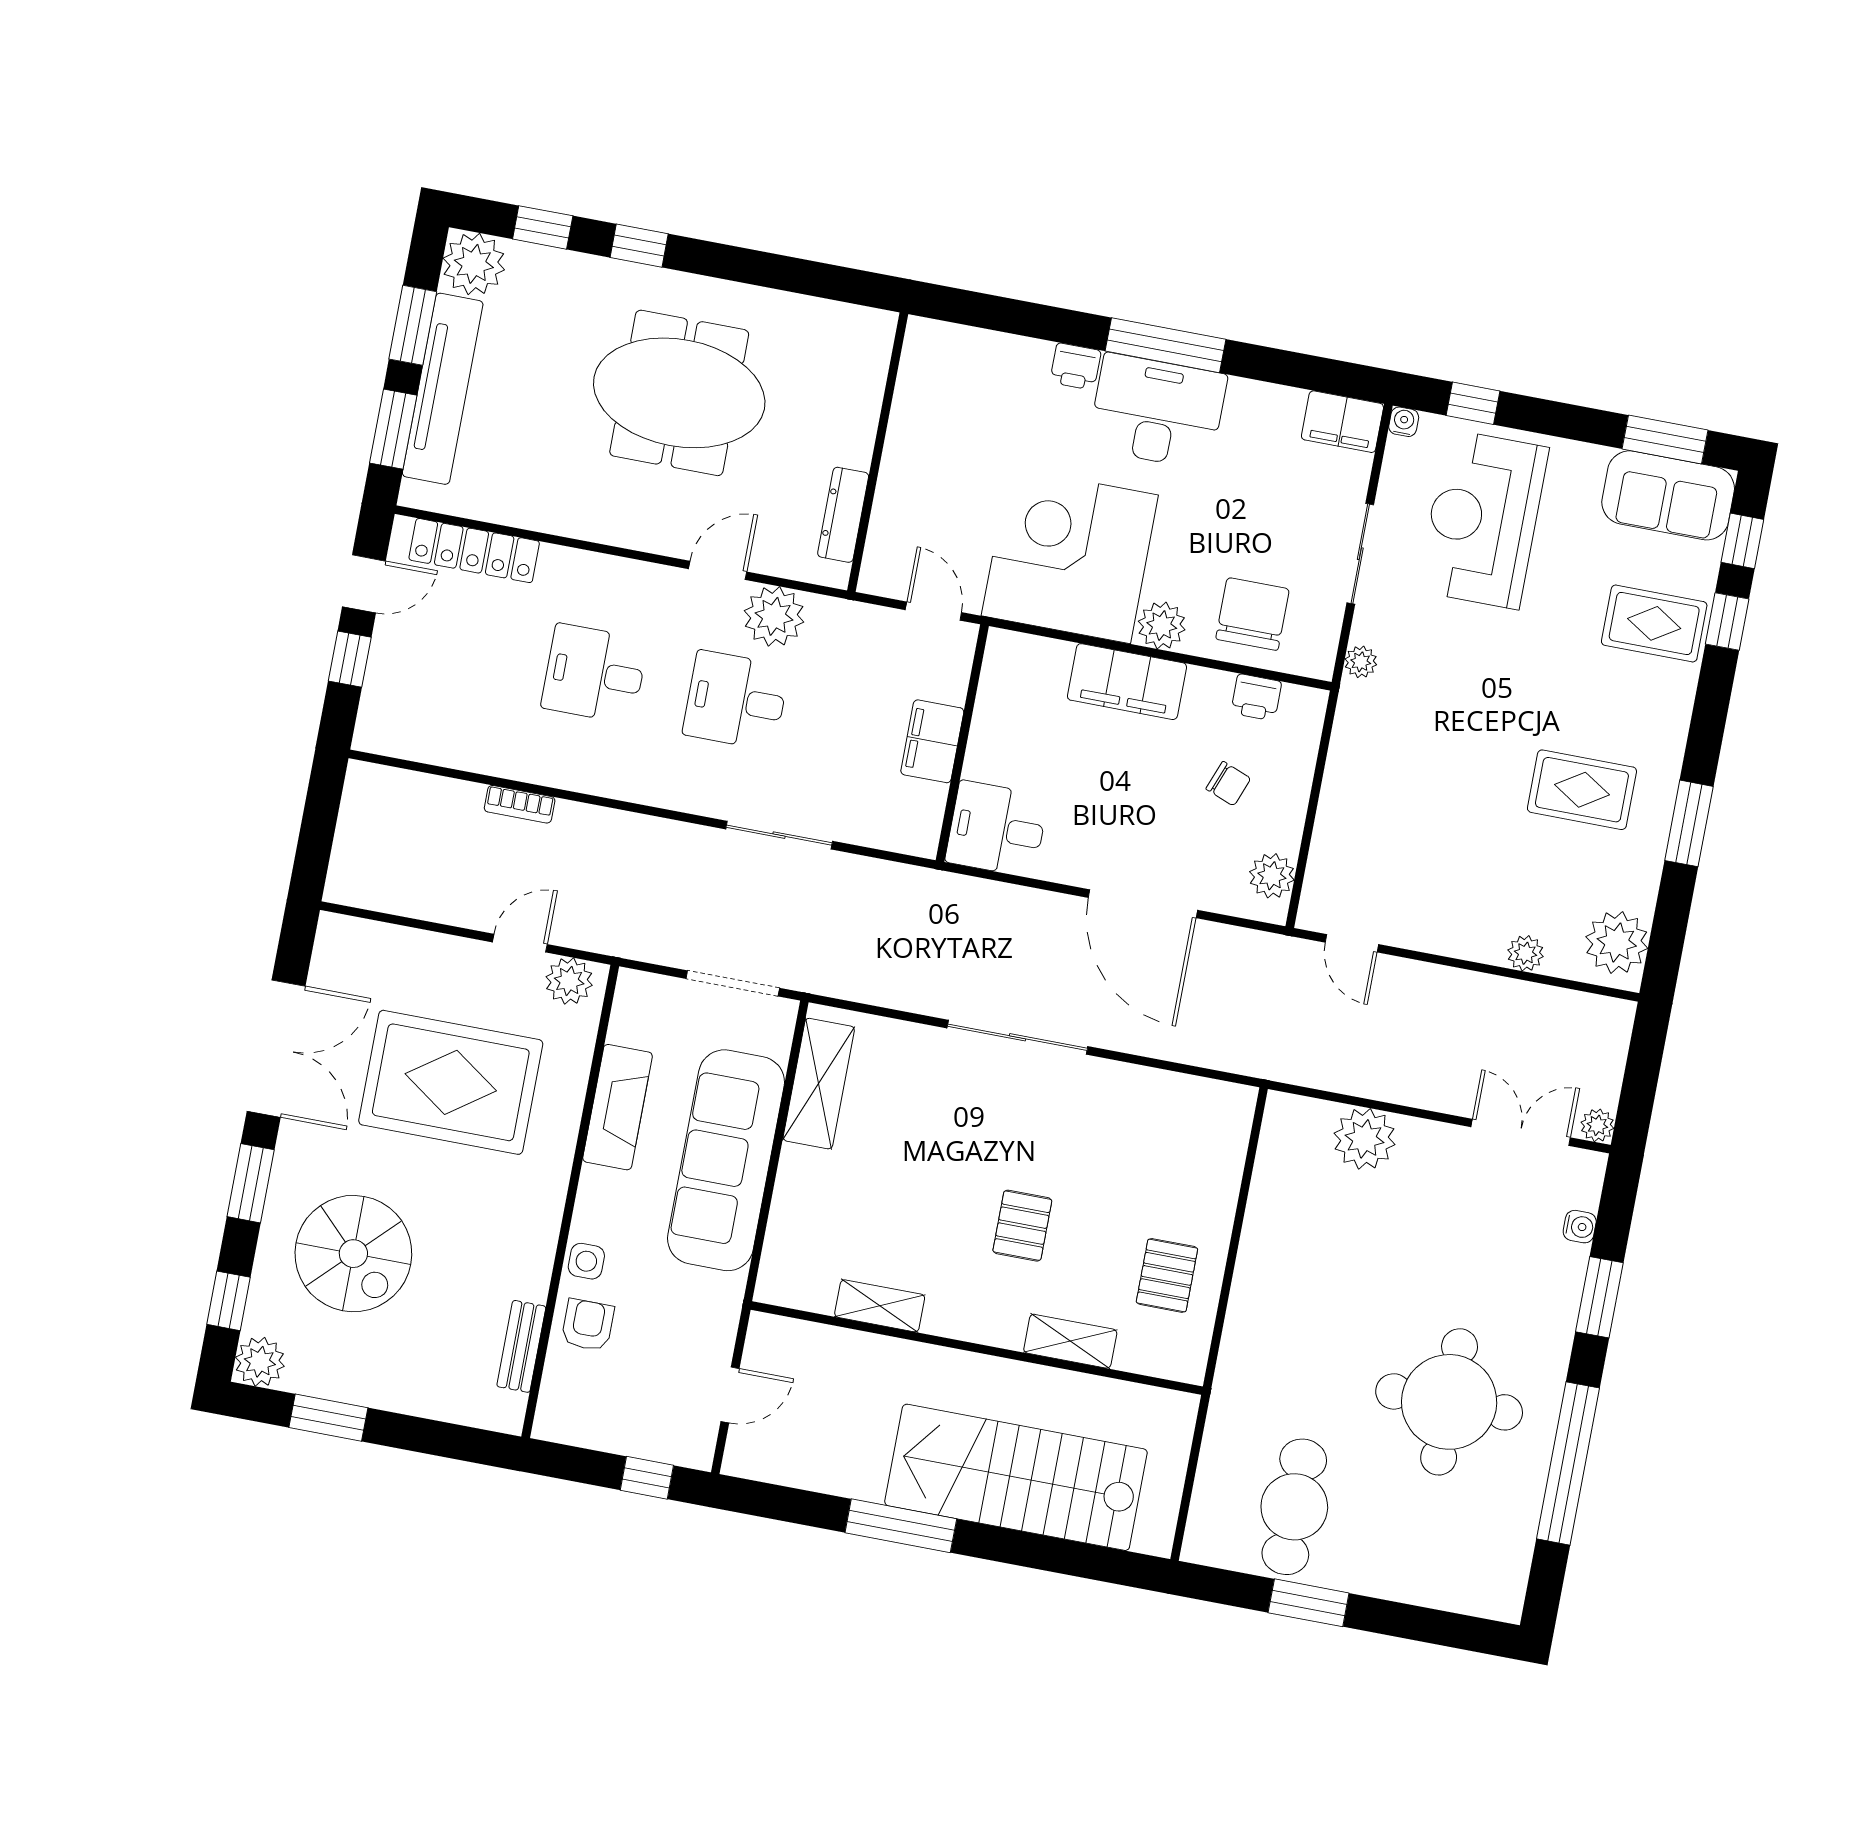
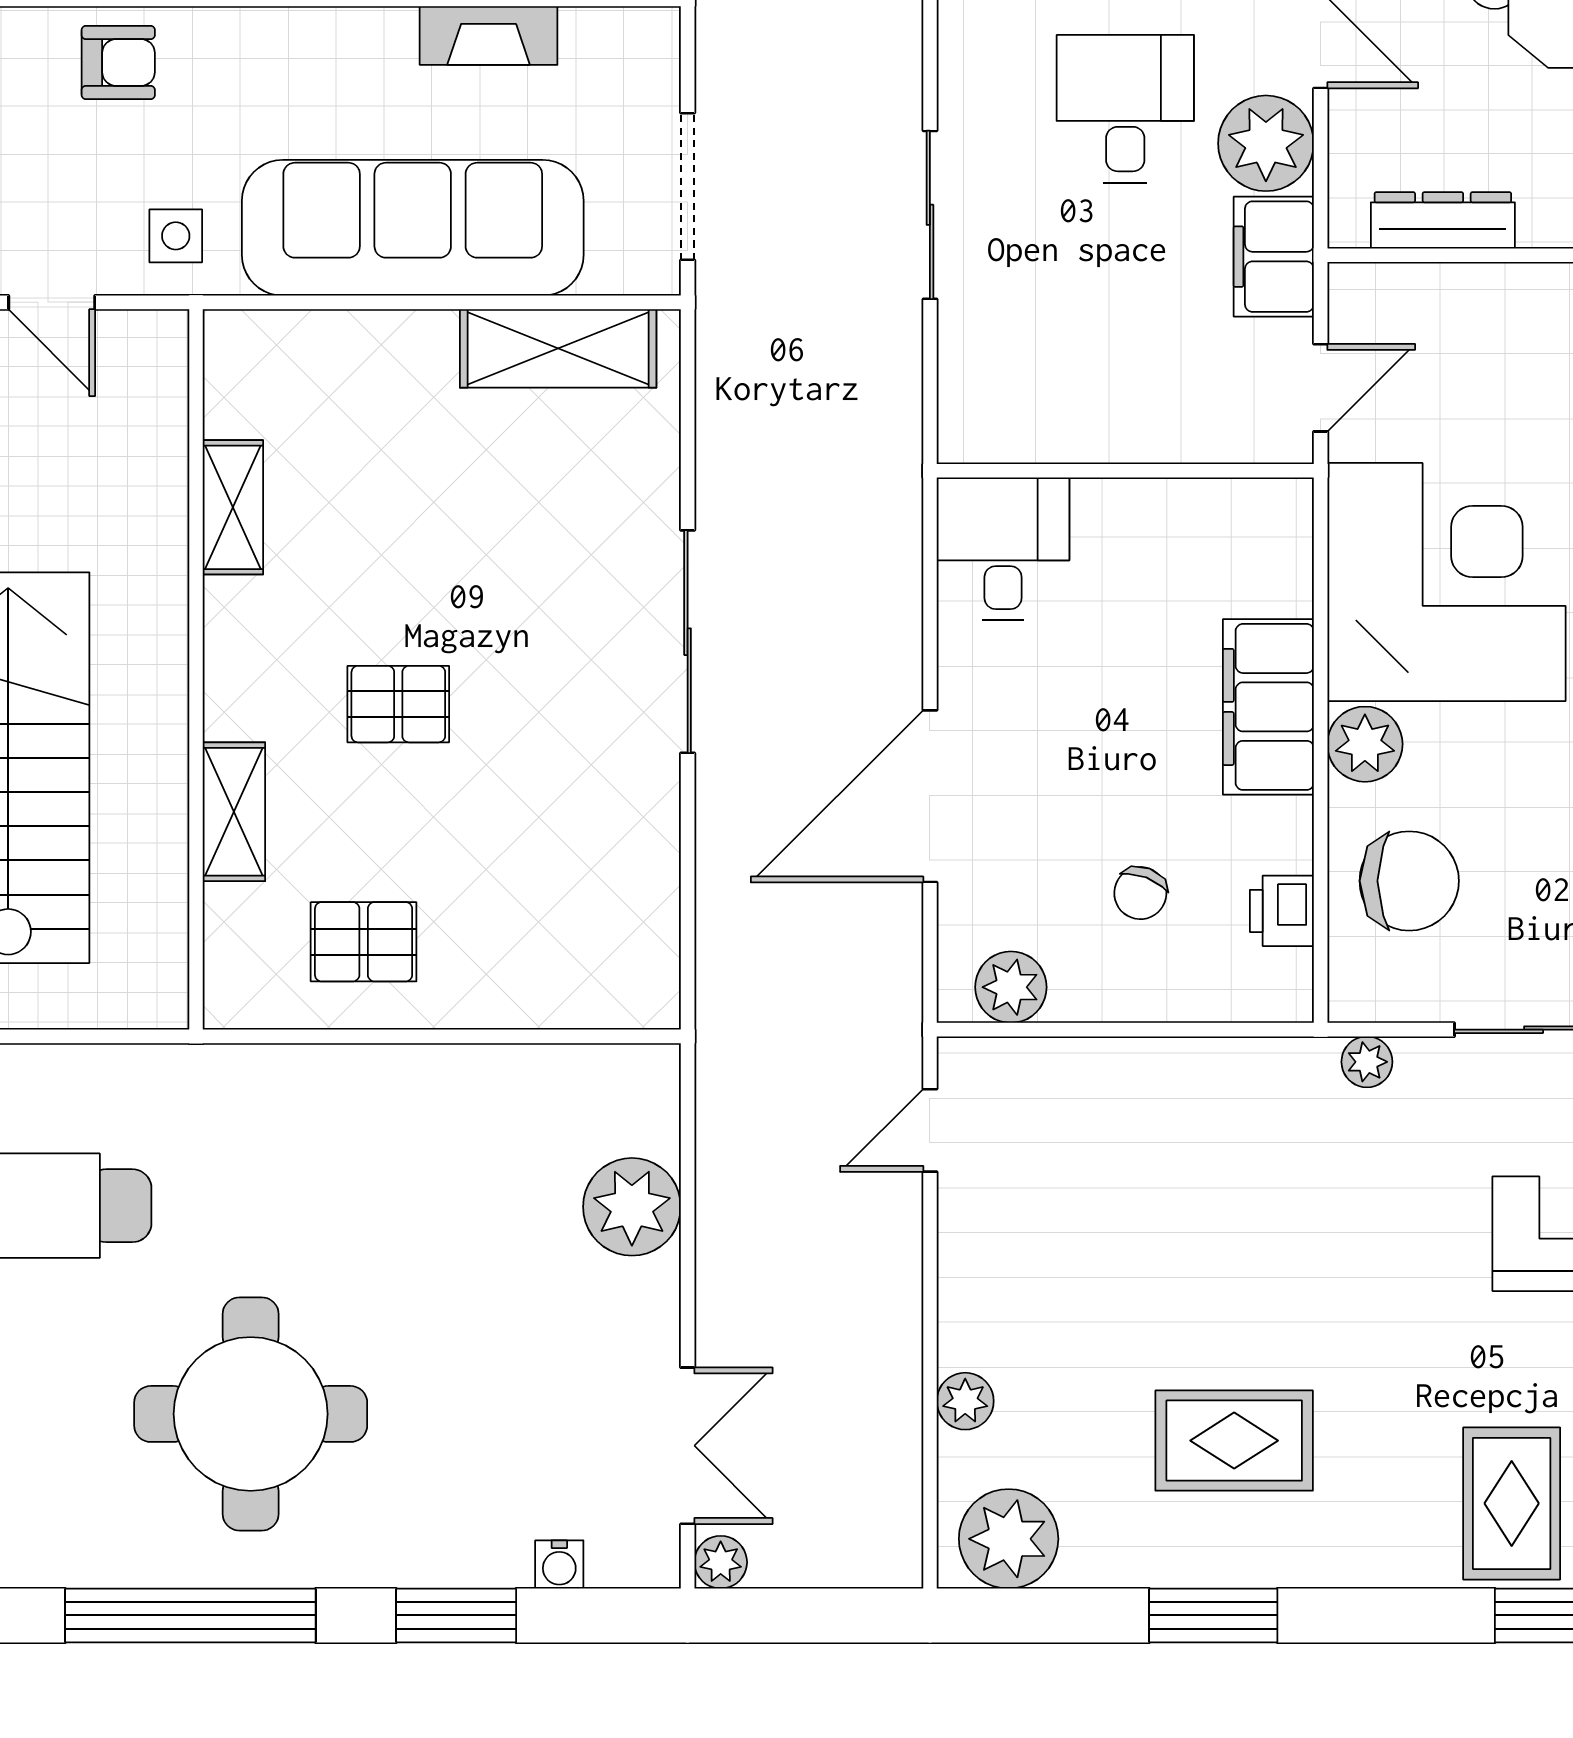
filing cabinet: (932, 741) -> (1274, 257), moved, turned -90
rug: (1582, 790) -> (1234, 1441), turned 90
fireplace: (618, 1107) -> (489, 36), width x0.73, depth x0.76
side table: (586, 1261) -> (176, 236), moved

